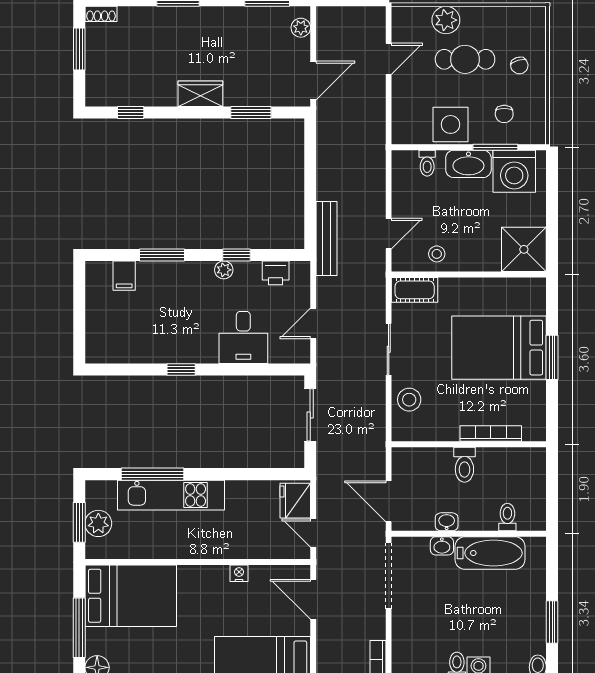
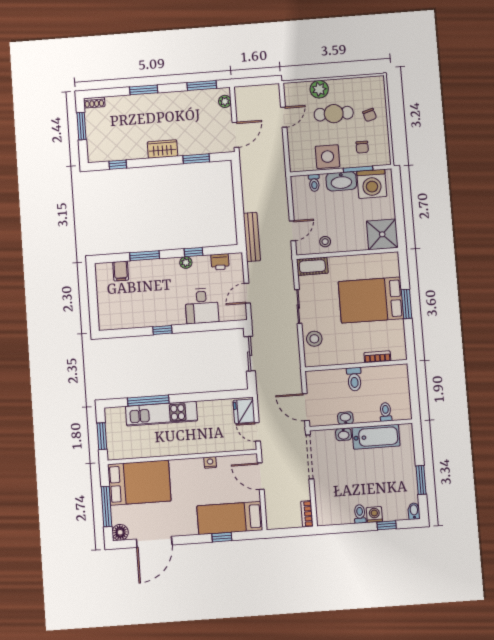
bookcase: (491, 434) -> (377, 357), width x0.64
plant: (98, 523) -> (115, 436), removed

